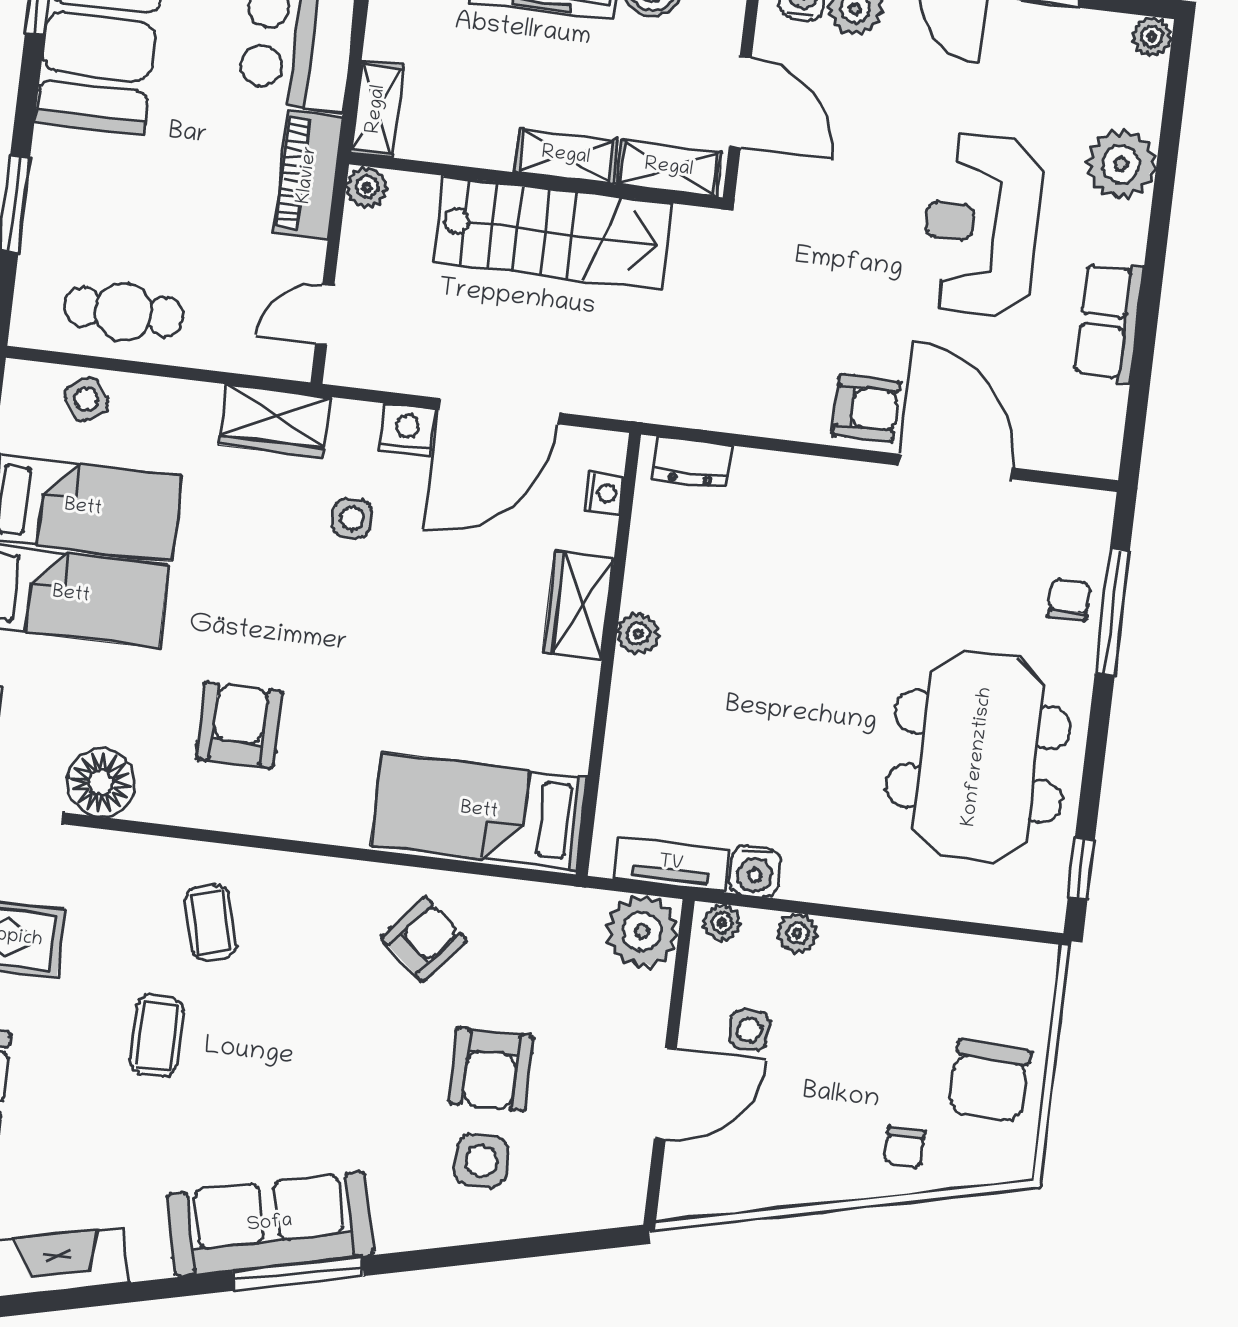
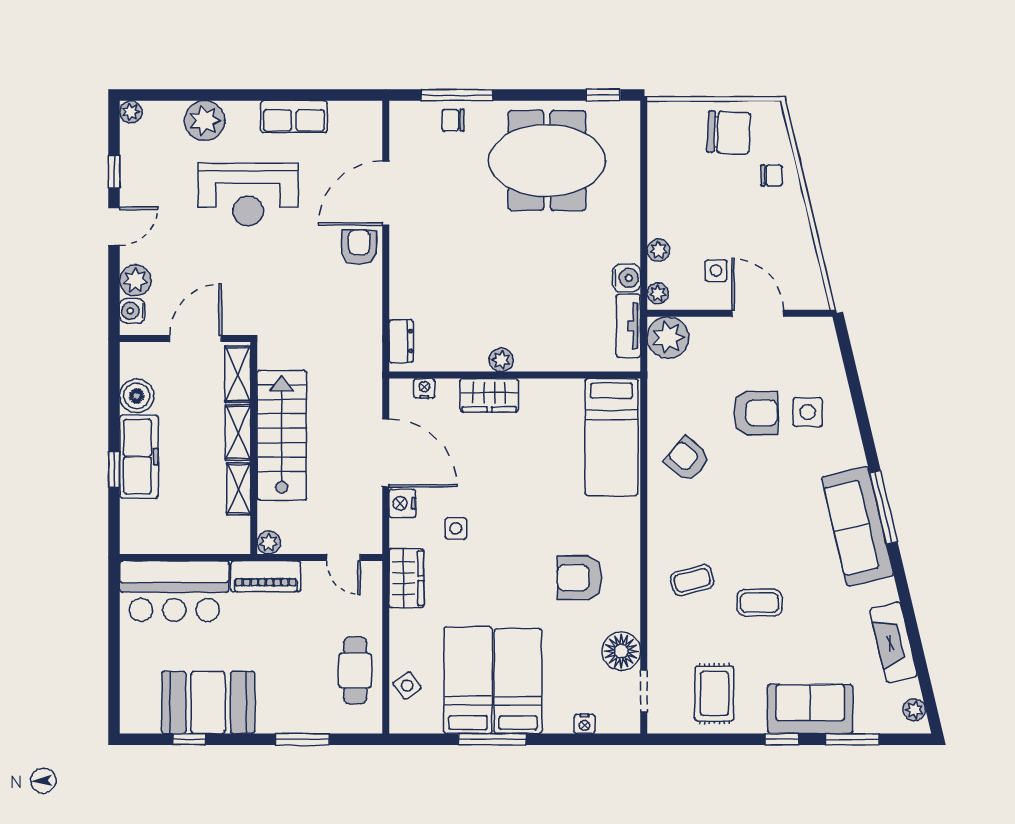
shelving: (377, 109) -> (239, 489), moved, turned 90

